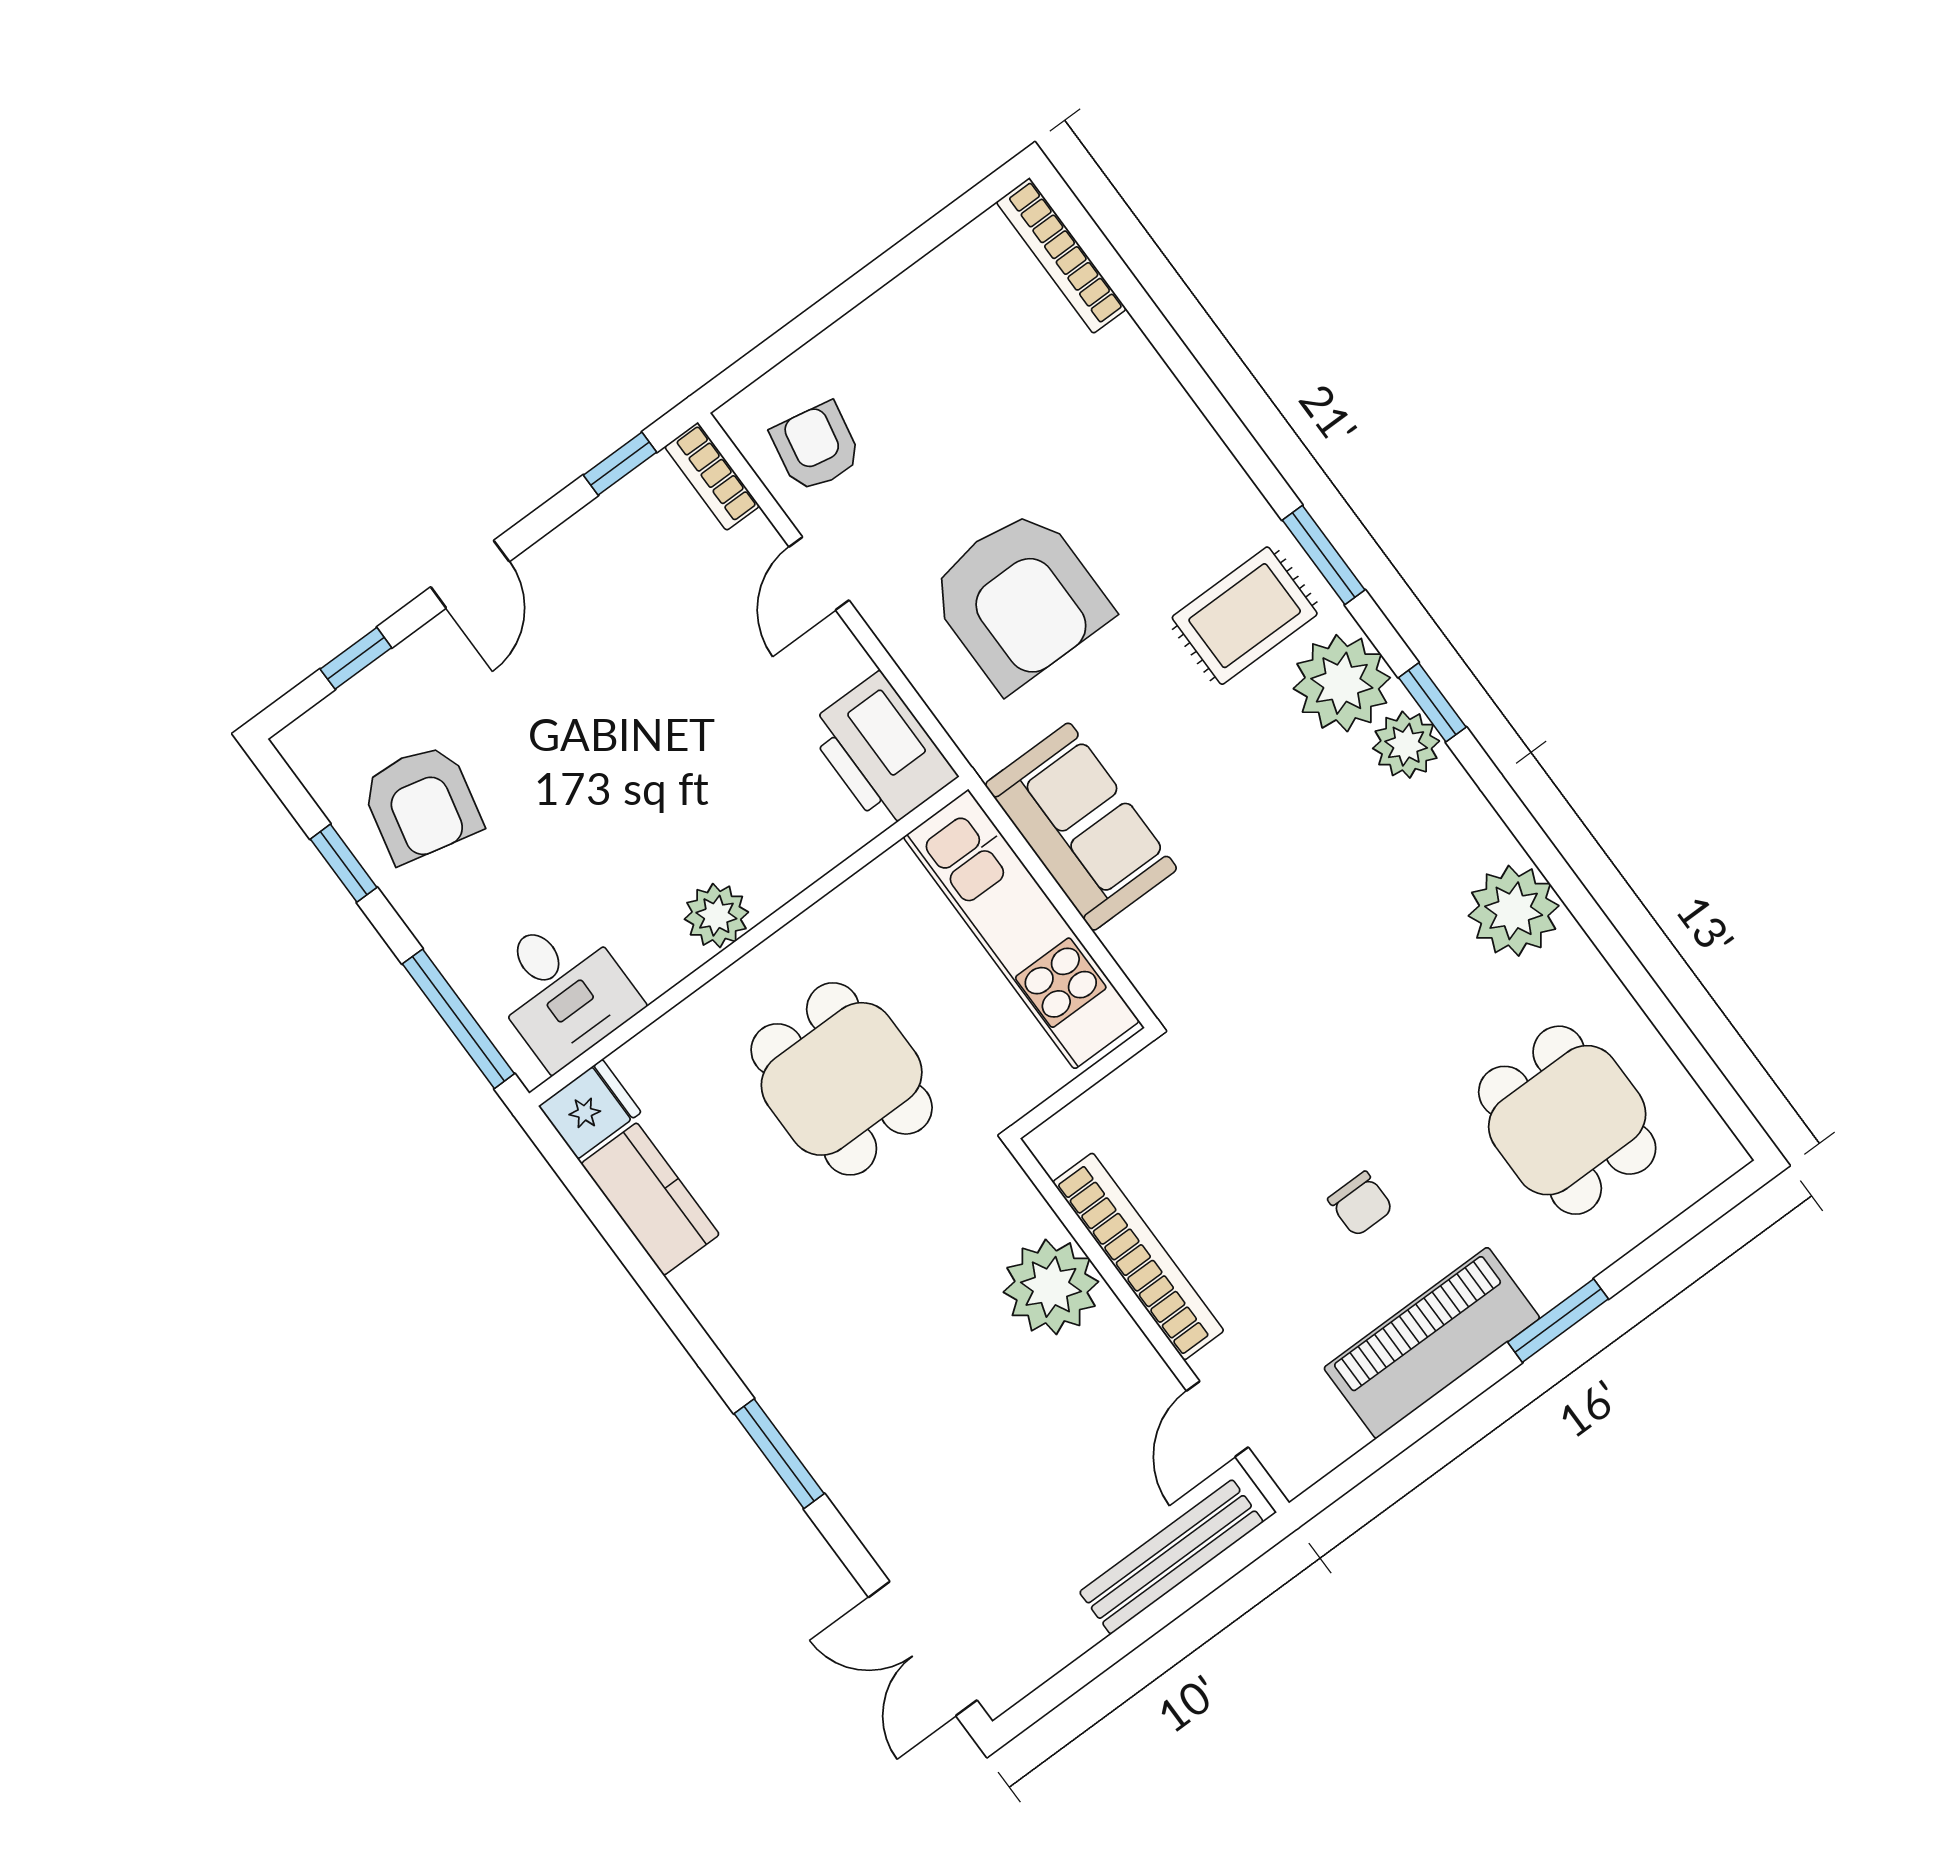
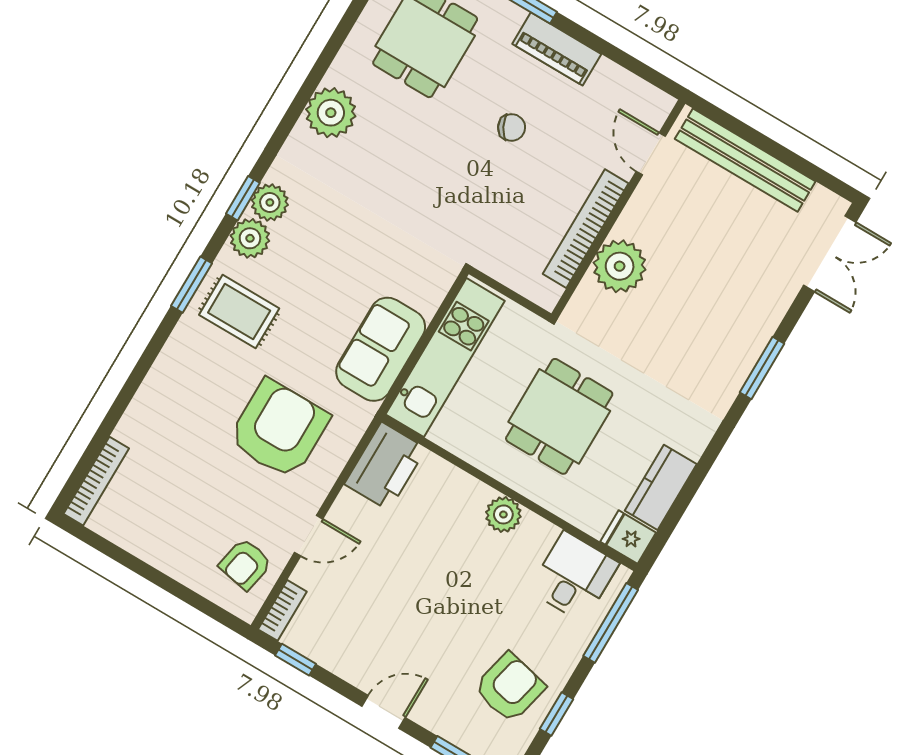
plant: (1342, 683) -> (250, 238), width x0.73, depth x0.73
chair: (1361, 1204) -> (512, 127), turned 62
piano: (1432, 1343) -> (557, 49), width x0.73, depth x0.75
door: (1217, 1419) -> (651, 154), swing flipped
bench: (1171, 1557) -> (745, 160), width x1.37, depth x1.21

